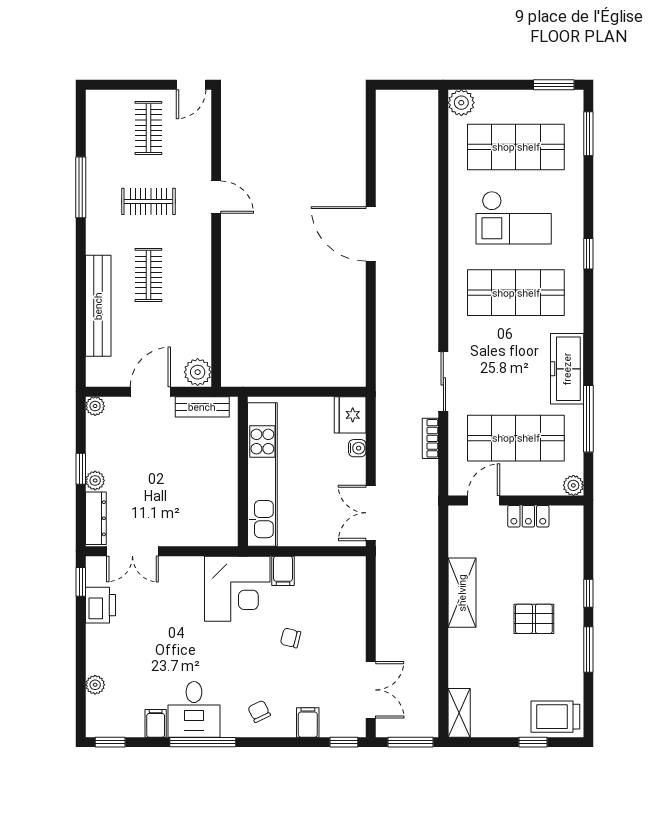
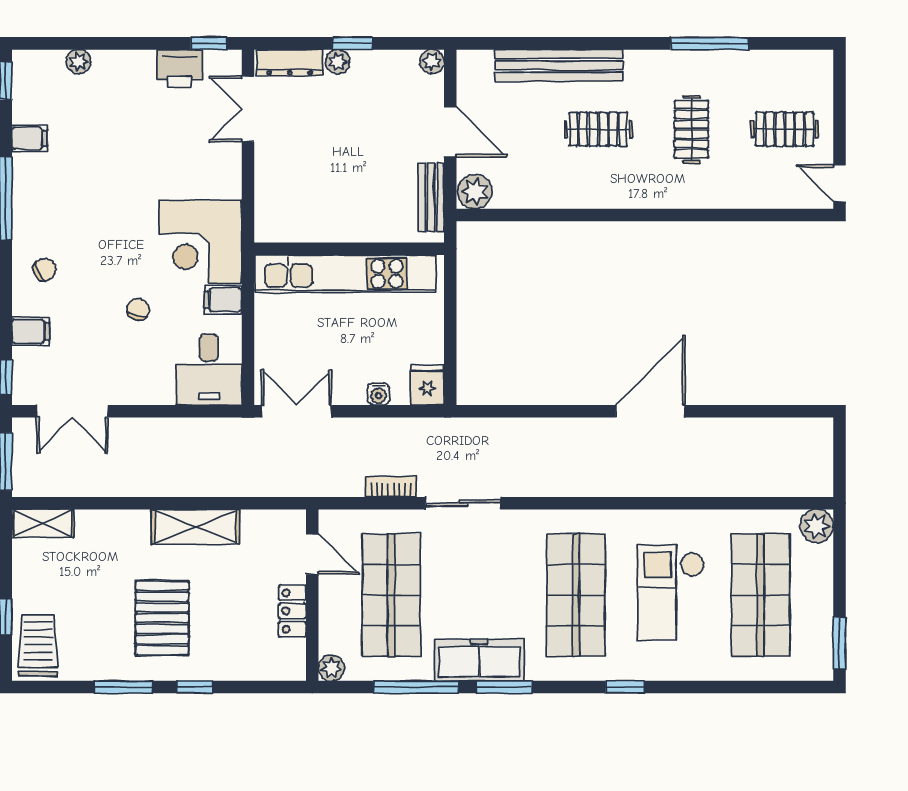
window: (588, 134) -> (504, 687), moved
door: (216, 197) -> (697, 215), removed
fridge: (350, 415) -> (427, 385), width x0.72
pallet: (534, 619) -> (162, 618), width x1.50, depth x1.42
desk: (194, 709) -> (209, 370), moved, turned -90

